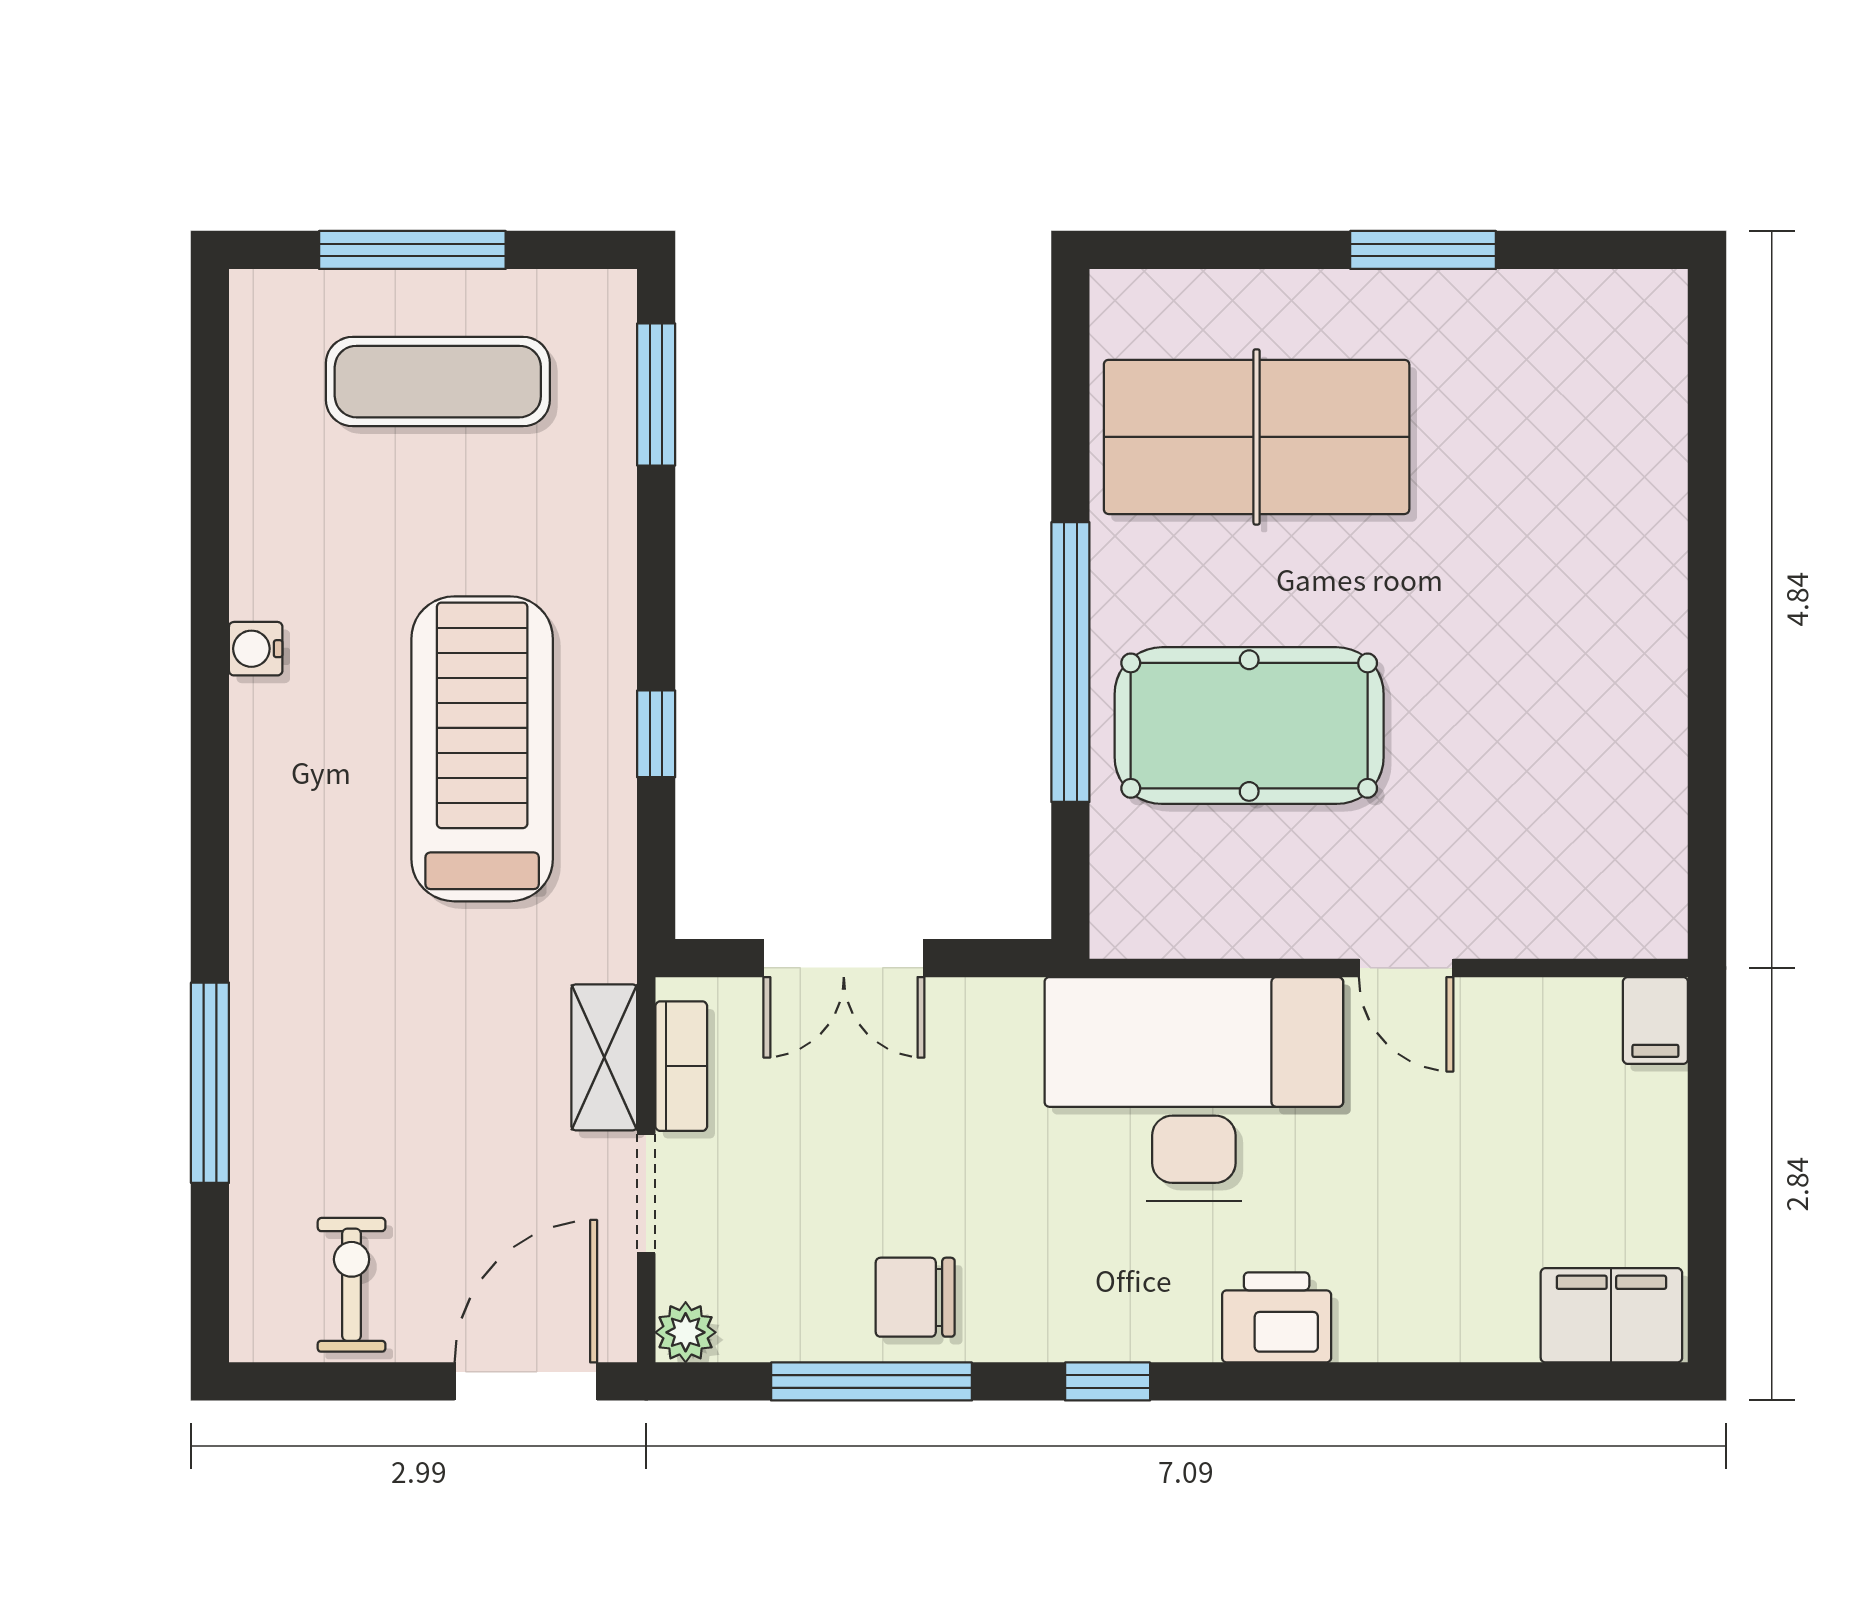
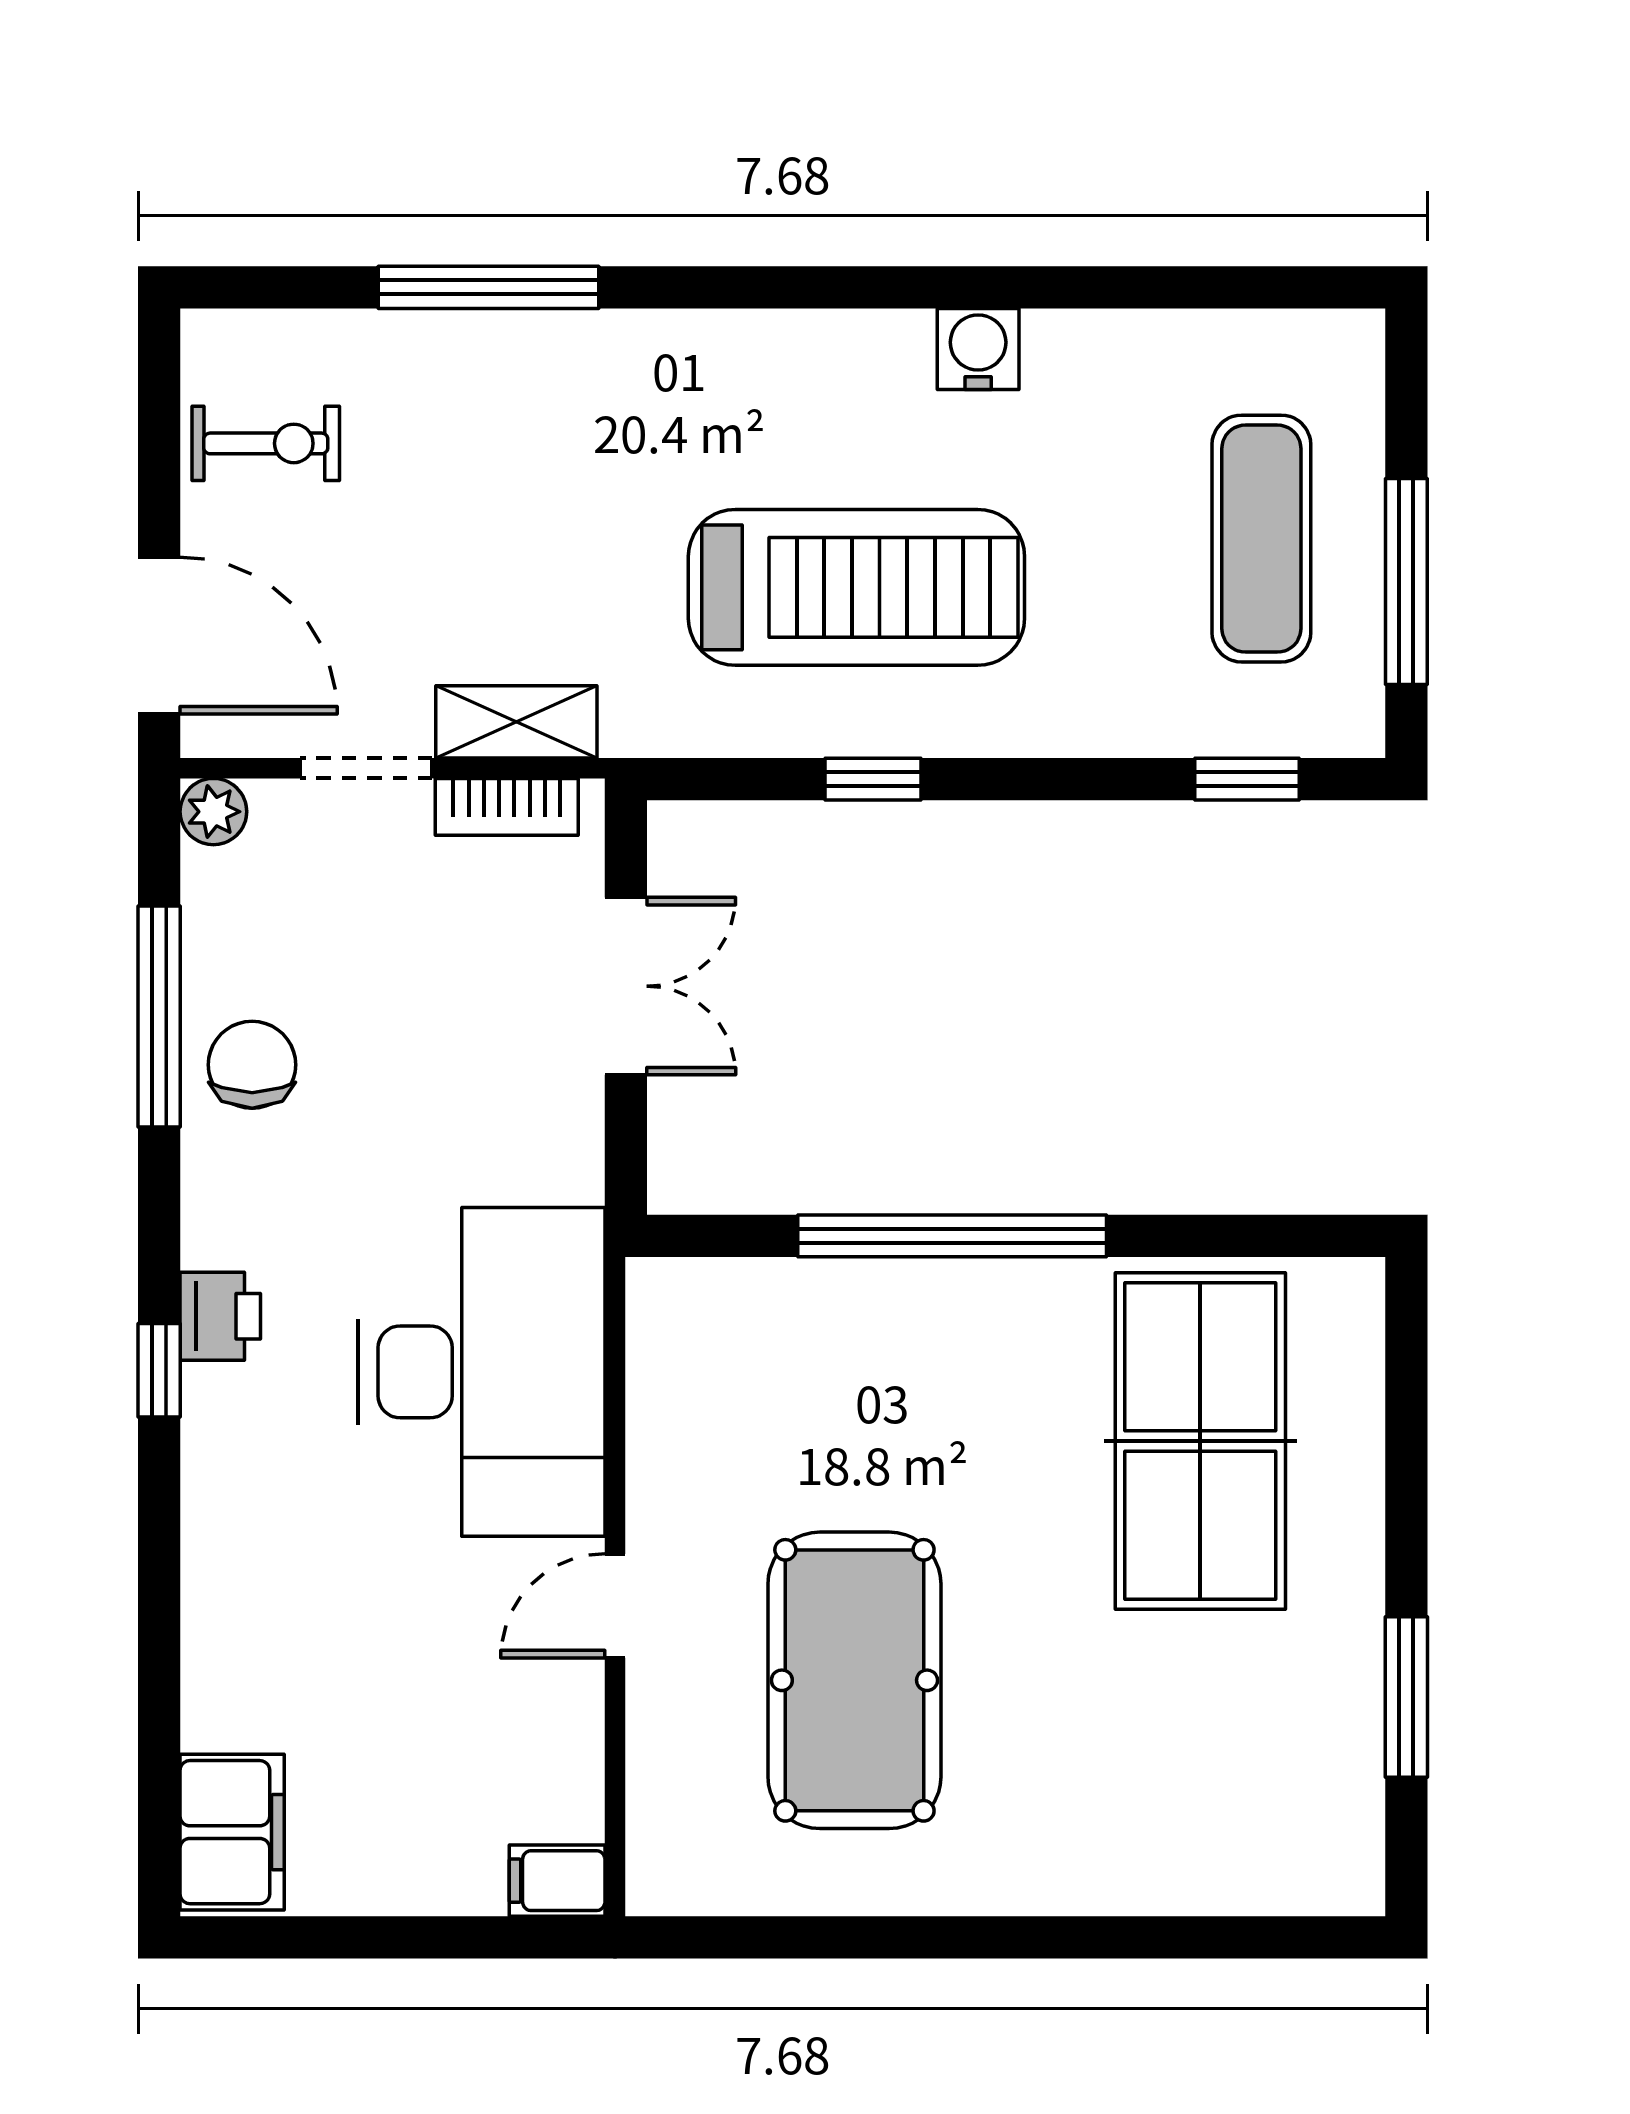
window: (412, 250) -> (1406, 582), moved
window: (1423, 250) -> (1406, 1697), moved
window: (656, 395) -> (1247, 779), width x0.67
water cooler: (256, 649) -> (978, 349), width x1.38, depth x1.38
pool table: (1249, 726) -> (854, 1680), moved
double door: (844, 958) -> (626, 986), swing flipped
printer: (1277, 1317) -> (220, 1316), moved, width x0.73, depth x0.81
window: (1108, 1381) -> (159, 1370), moved

